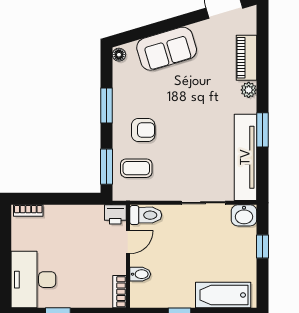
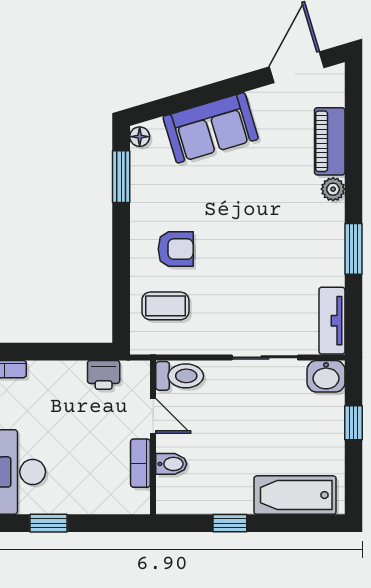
window: (107, 106) -> (121, 177), moved
tv unit: (246, 157) -> (332, 321), width x0.52, depth x0.78
window: (107, 167) -> (121, 304), removed
printer: (115, 214) -> (104, 375), moved
door: (128, 242) -> (153, 416), hinge flipped
bookcase: (120, 292) -> (140, 463), moved

